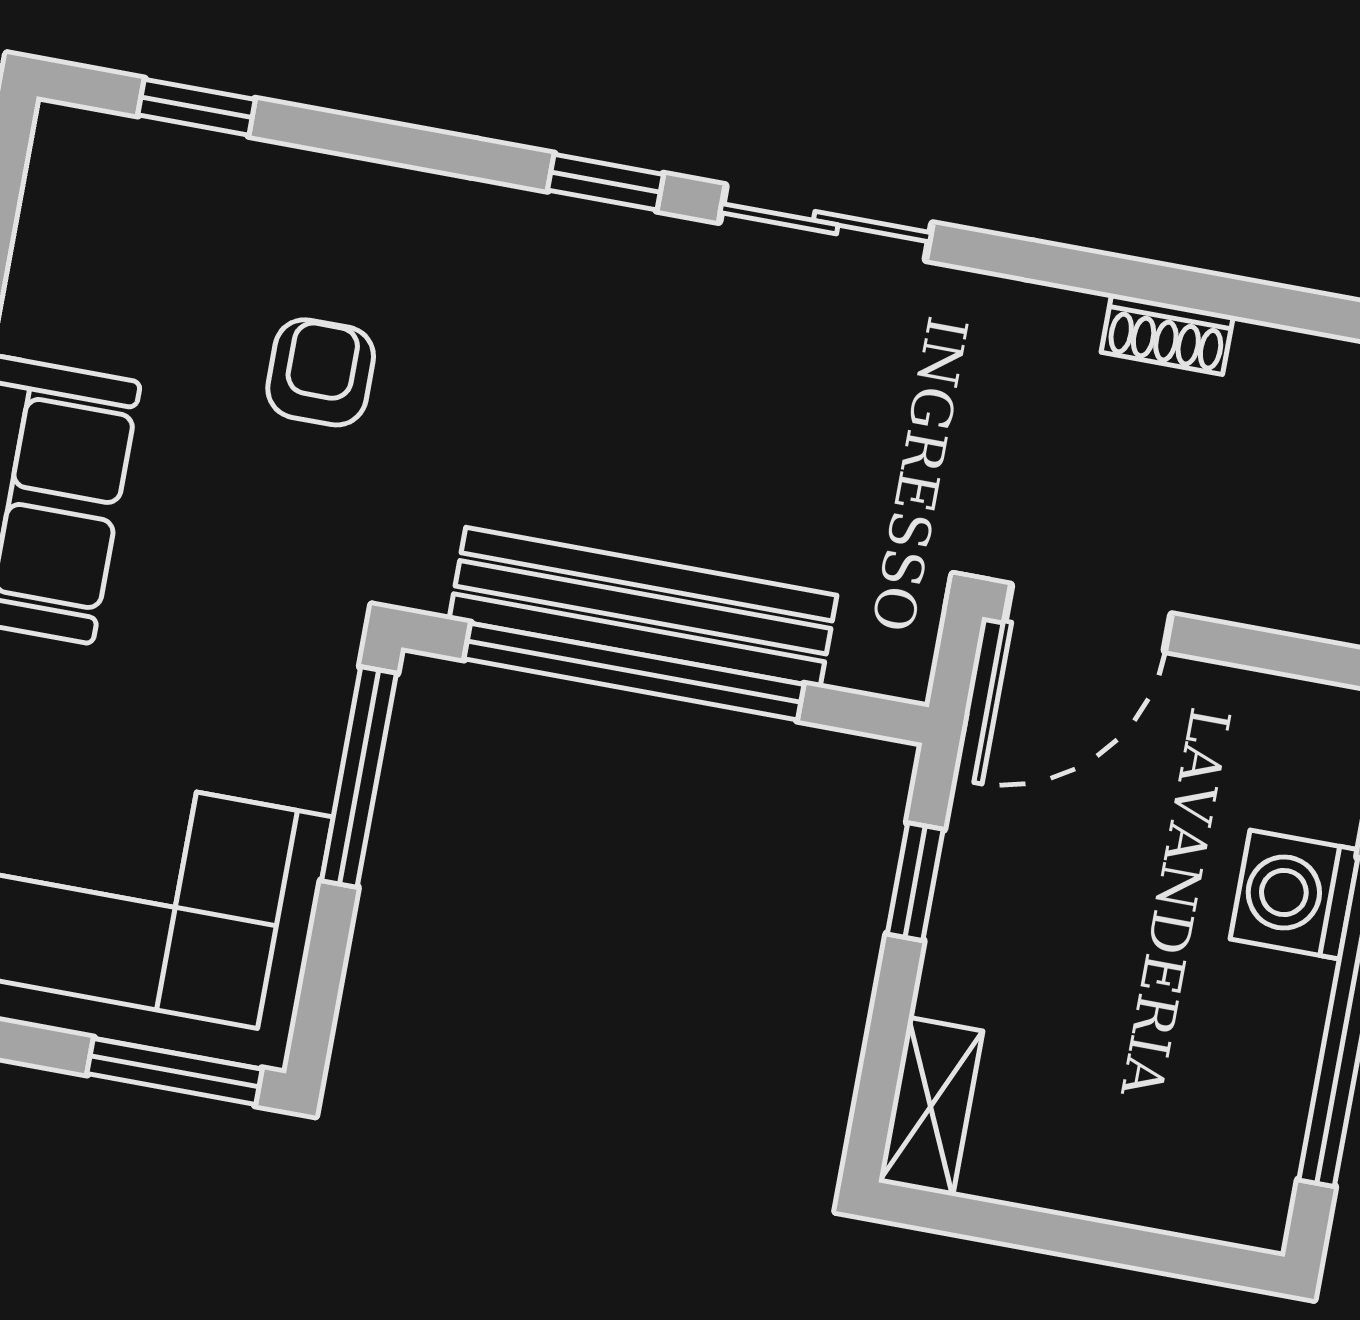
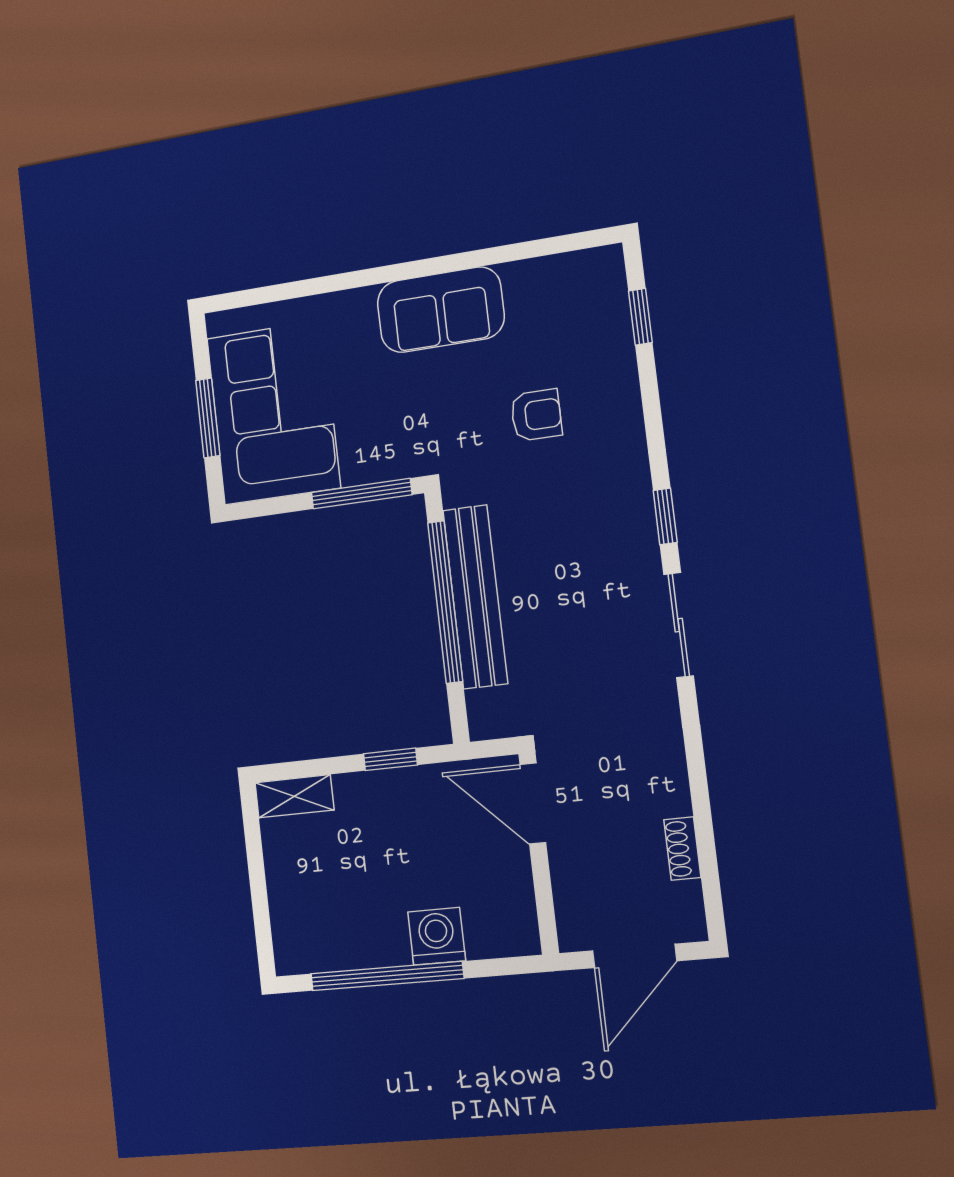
shoe rack: (1167, 334) -> (682, 849), moved
window: (175, 1071) -> (208, 418), moved

